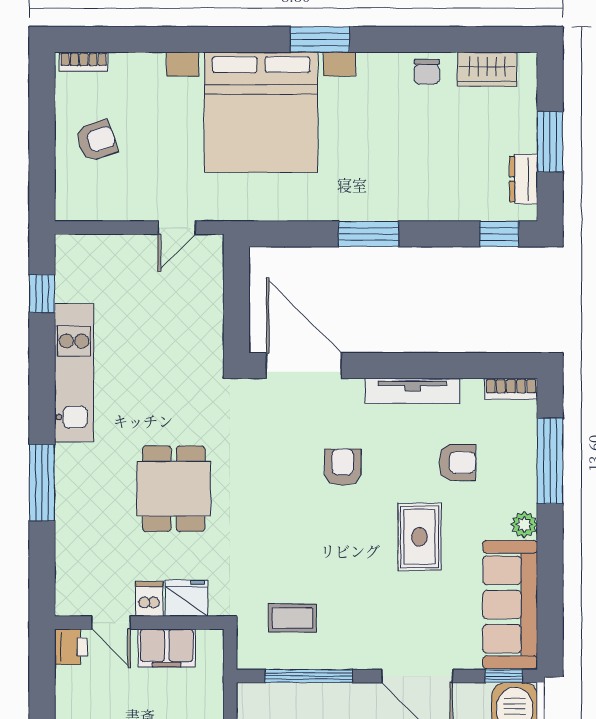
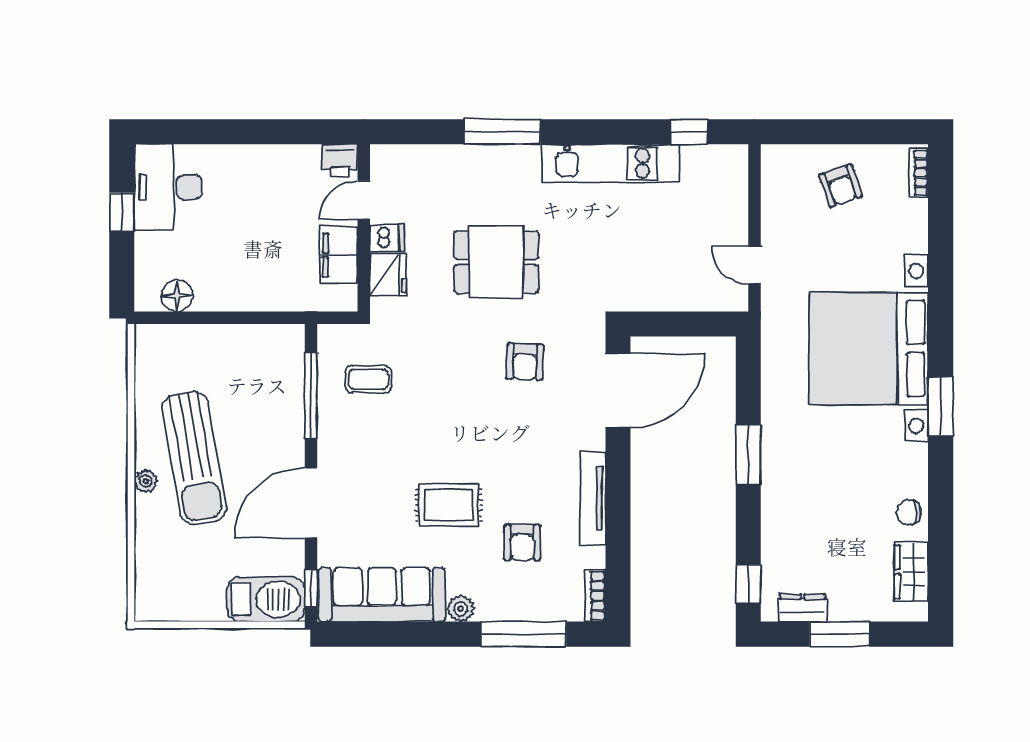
armchair: (343, 467) -> (525, 362), moved, turned 92
coffee table: (292, 618) -> (368, 379), turned 90

